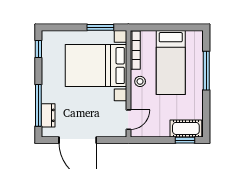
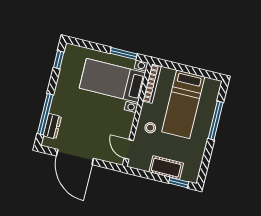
bed with nightstands: (96, 66) -> (113, 80), width x0.73
stool: (140, 81) -> (150, 128), moved
door: (128, 120) -> (129, 149), swing flipped
cot: (186, 128) -> (166, 168), moved

